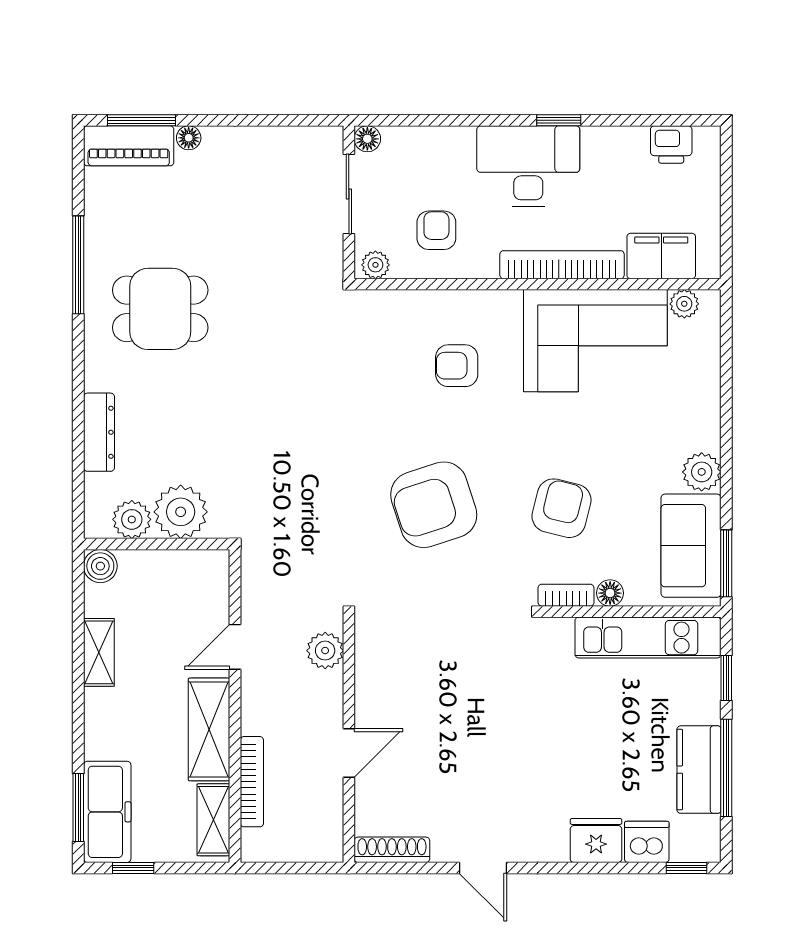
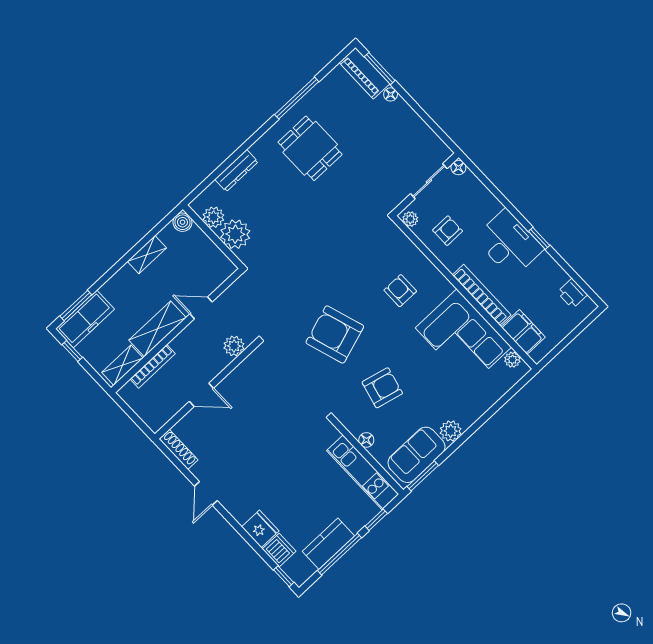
bookcase: (566, 595) -> (349, 423), removed

